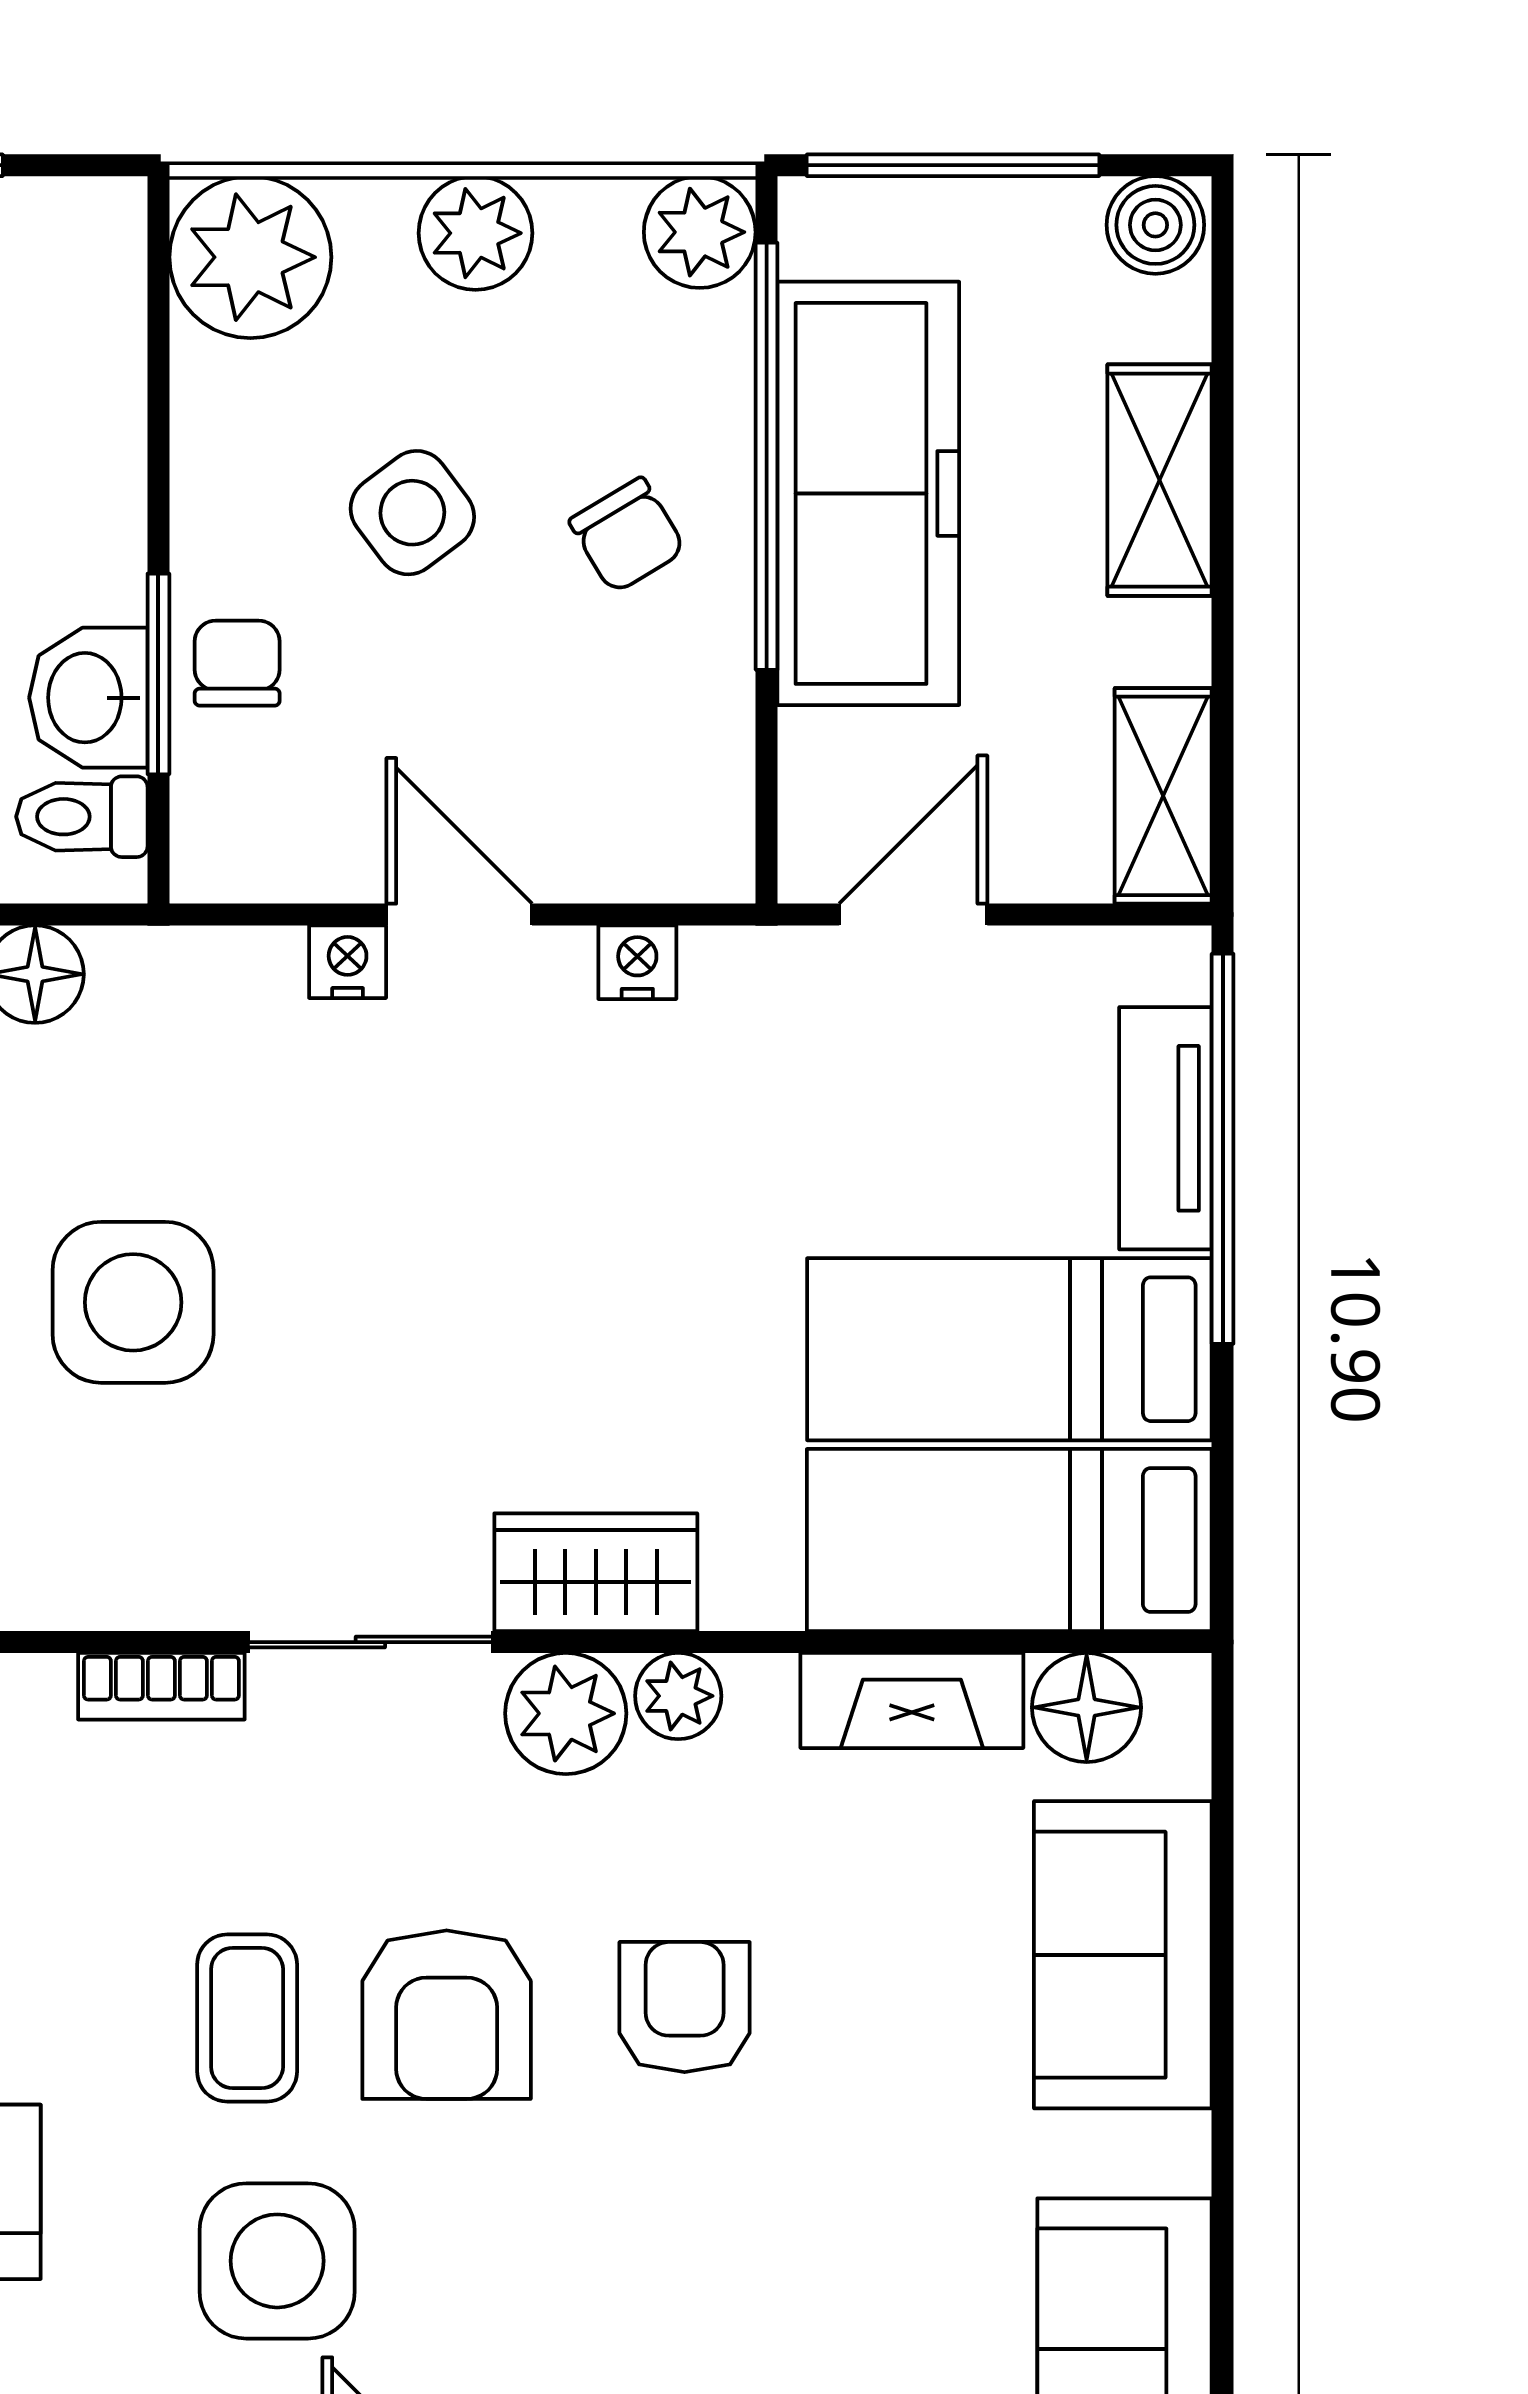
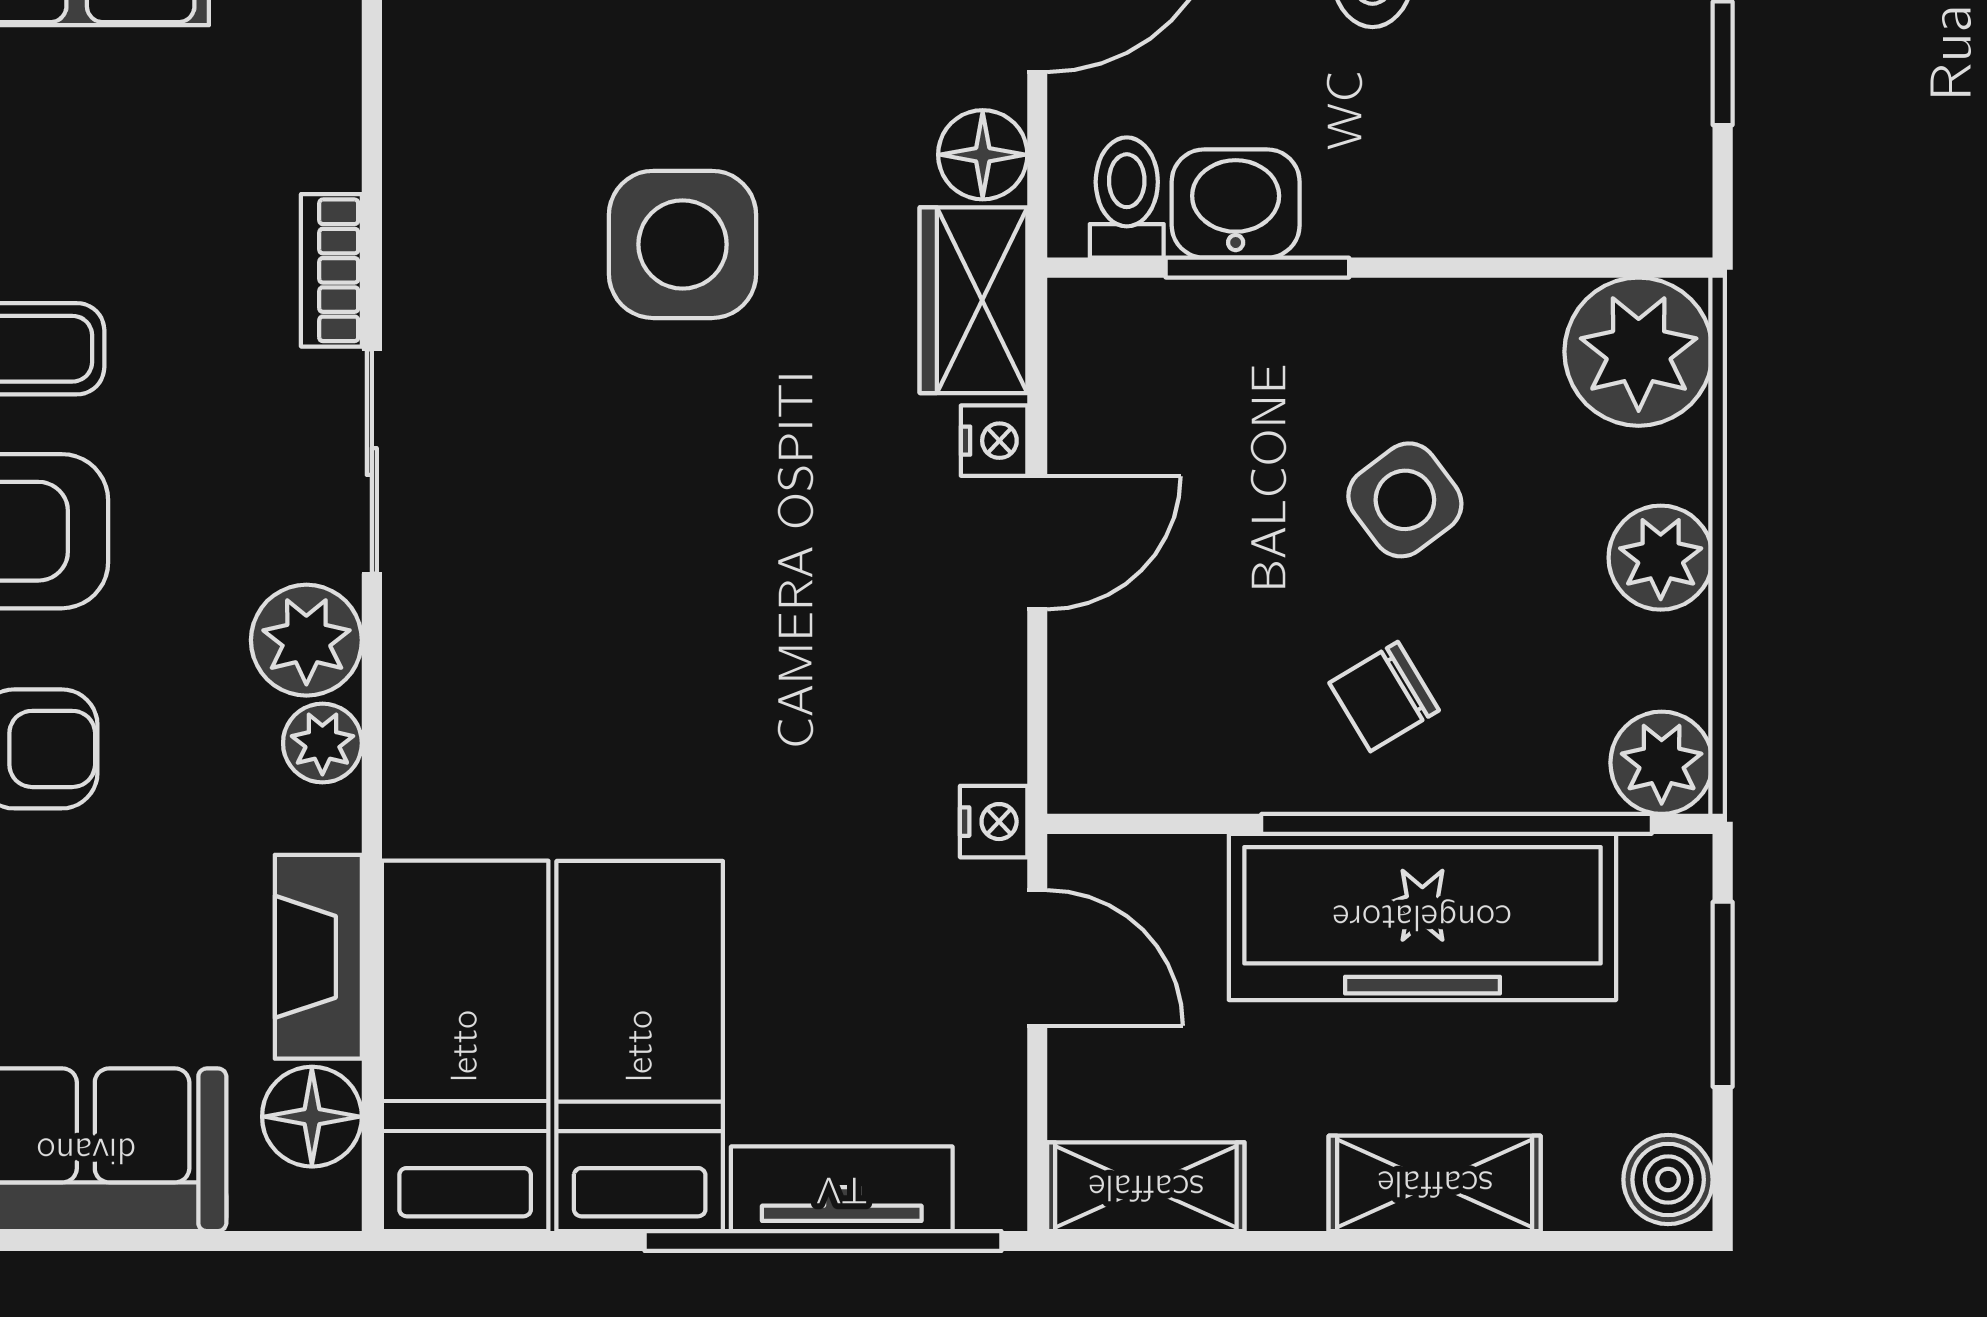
window: (953, 165) -> (1723, 994), width x0.69
chair: (237, 663) -> (1267, 340), removed
nightstand: (637, 962) -> (994, 822), moved
wardrobe: (596, 1572) -> (974, 300), moved, turned 180

